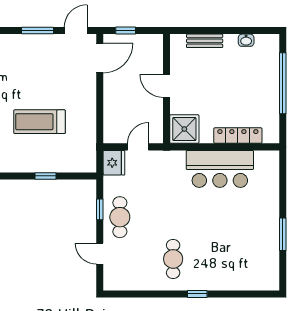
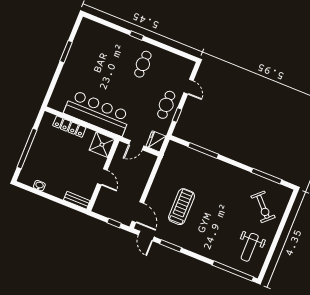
door: (76, 31) -> (146, 236), hinge flipped
bench: (205, 41) -> (77, 200), moved
door: (100, 58) -> (138, 212), swing flipped
treadmill: (39, 122) -> (182, 207), moved, turned -90
bar counter: (220, 169) -> (97, 113), width x1.36
window: (45, 176) -> (203, 151), width x2.17

